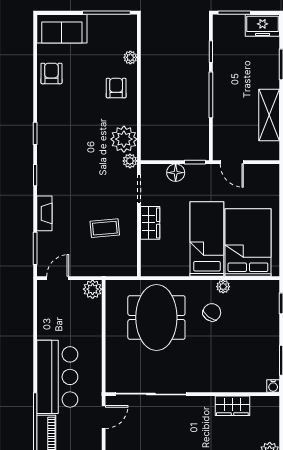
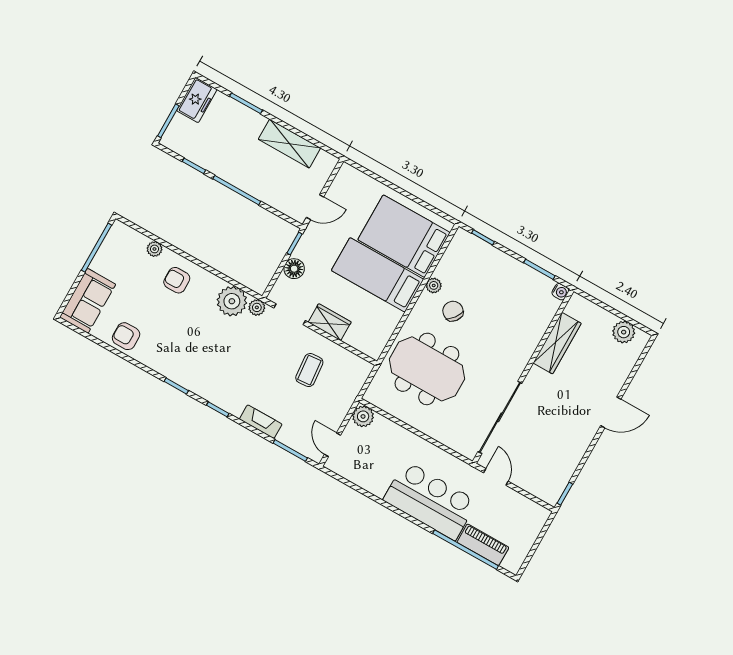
wardrobe: (232, 406) -> (557, 343), width x1.50

